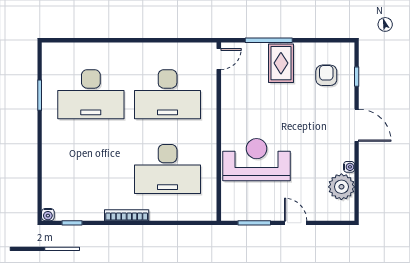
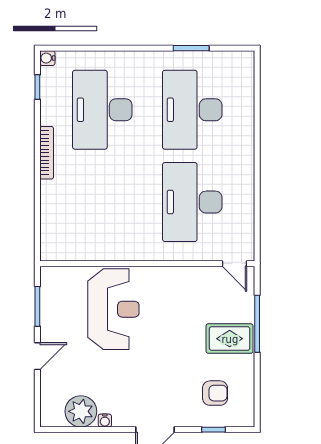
desk: (168, 169) -> (102, 110), moved

